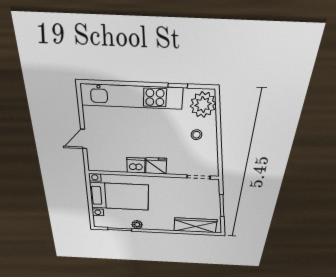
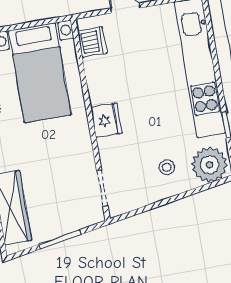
dishwasher: (136, 165) -> (92, 42), moved

